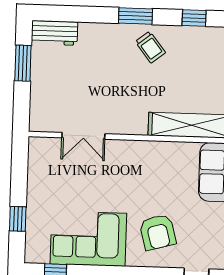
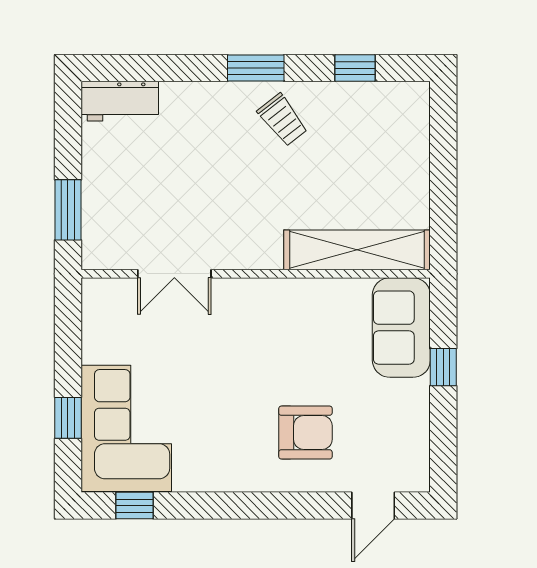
window: (23, 63) -> (68, 210), moved
armchair: (158, 232) -> (305, 433), turned -75
corner sofa: (88, 239) -> (126, 428), moved, turned 90

